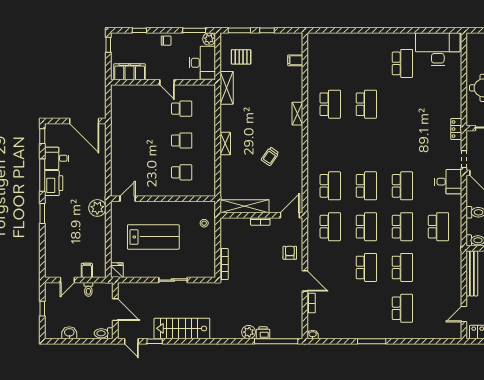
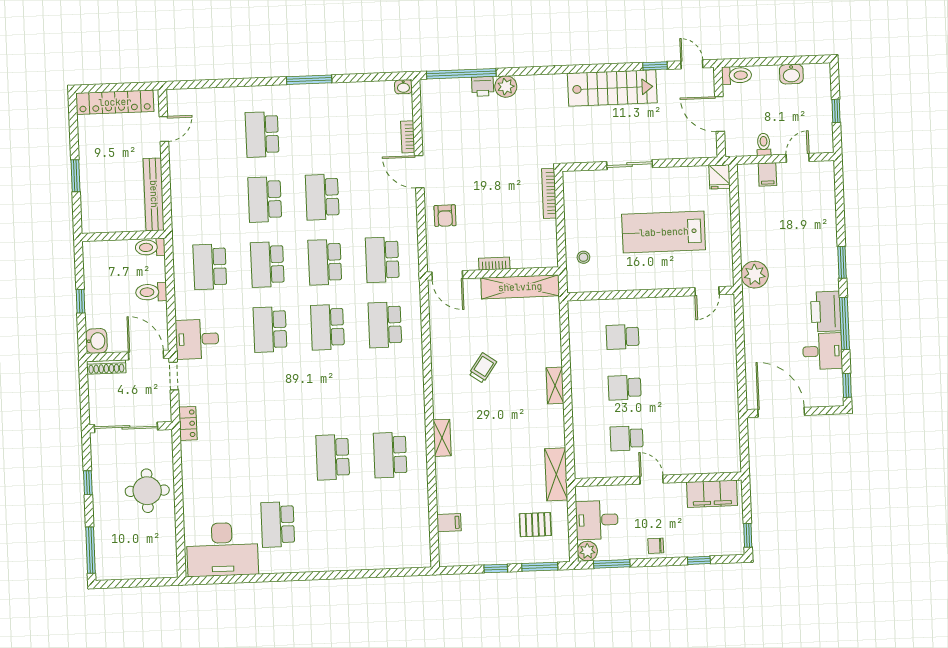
desk: (202, 63) -> (597, 520), width x0.73
door: (290, 215) -> (447, 275), hinge flipped

